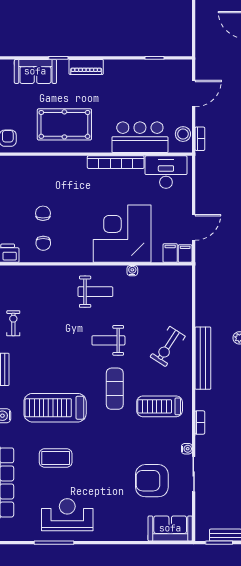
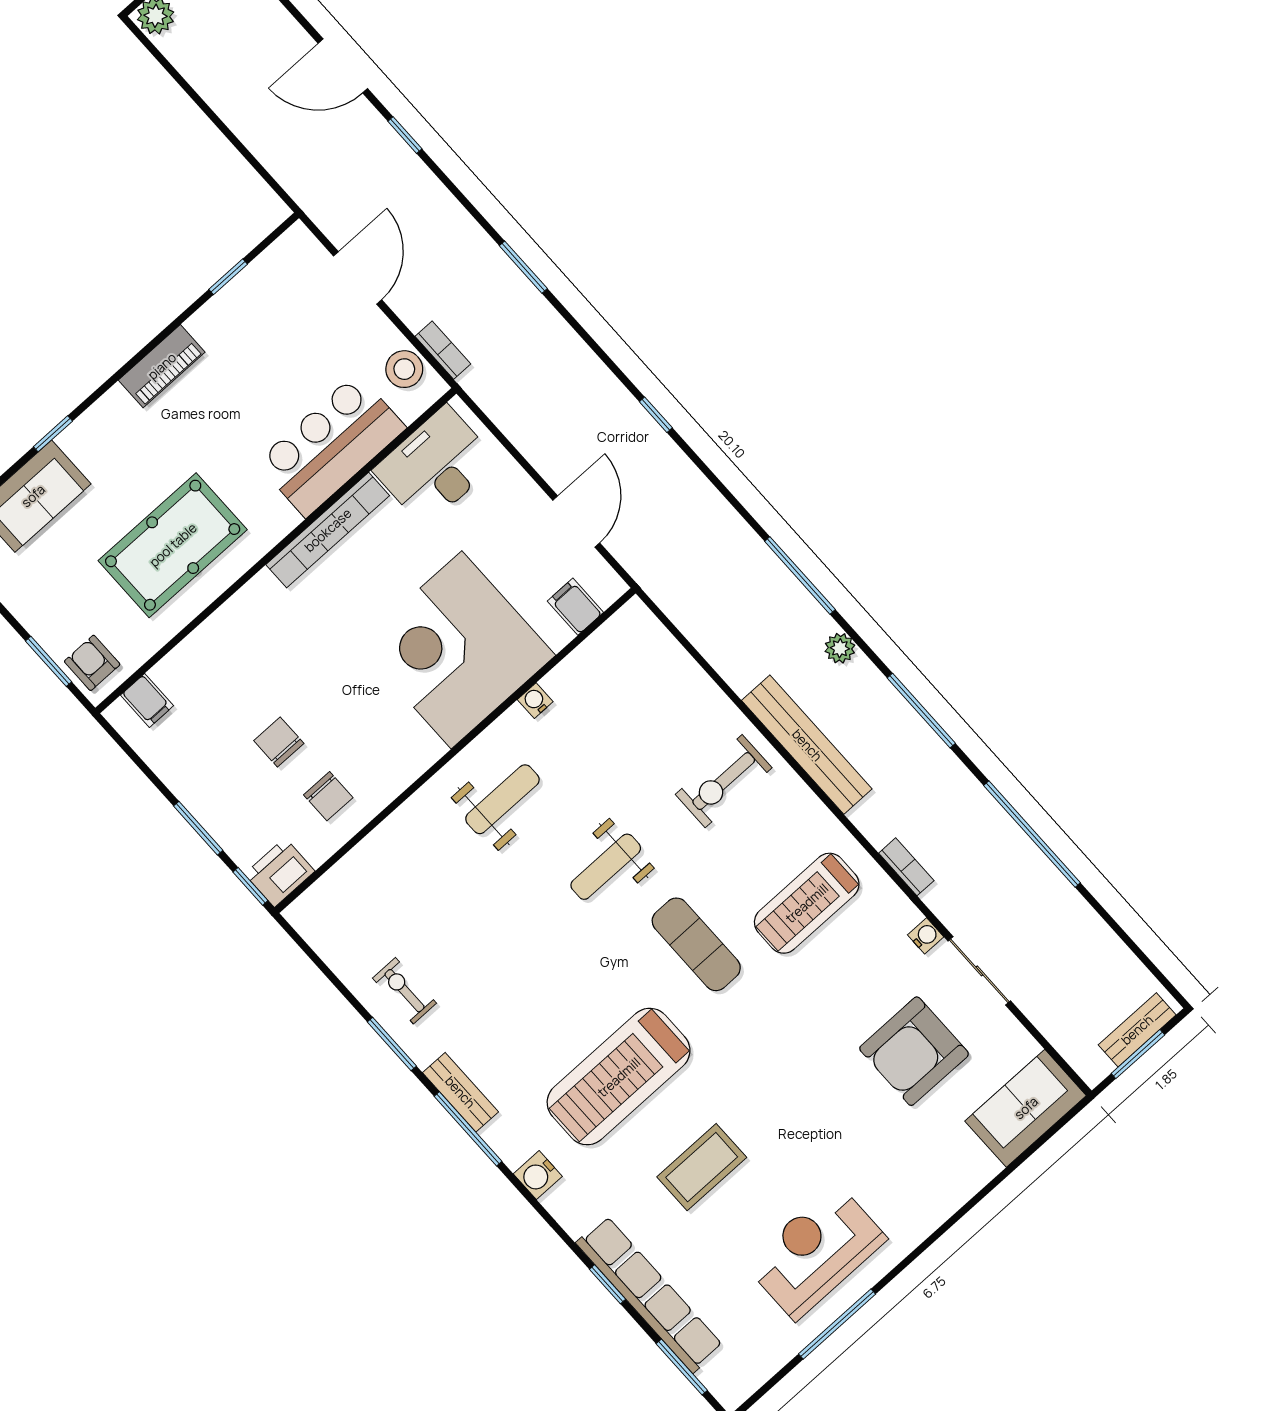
piano: (86, 67) -> (162, 366), moved
filing cabinet: (185, 254) -> (147, 700), moved, turned 180
exercise bike: (168, 347) -> (724, 781), turned 57

